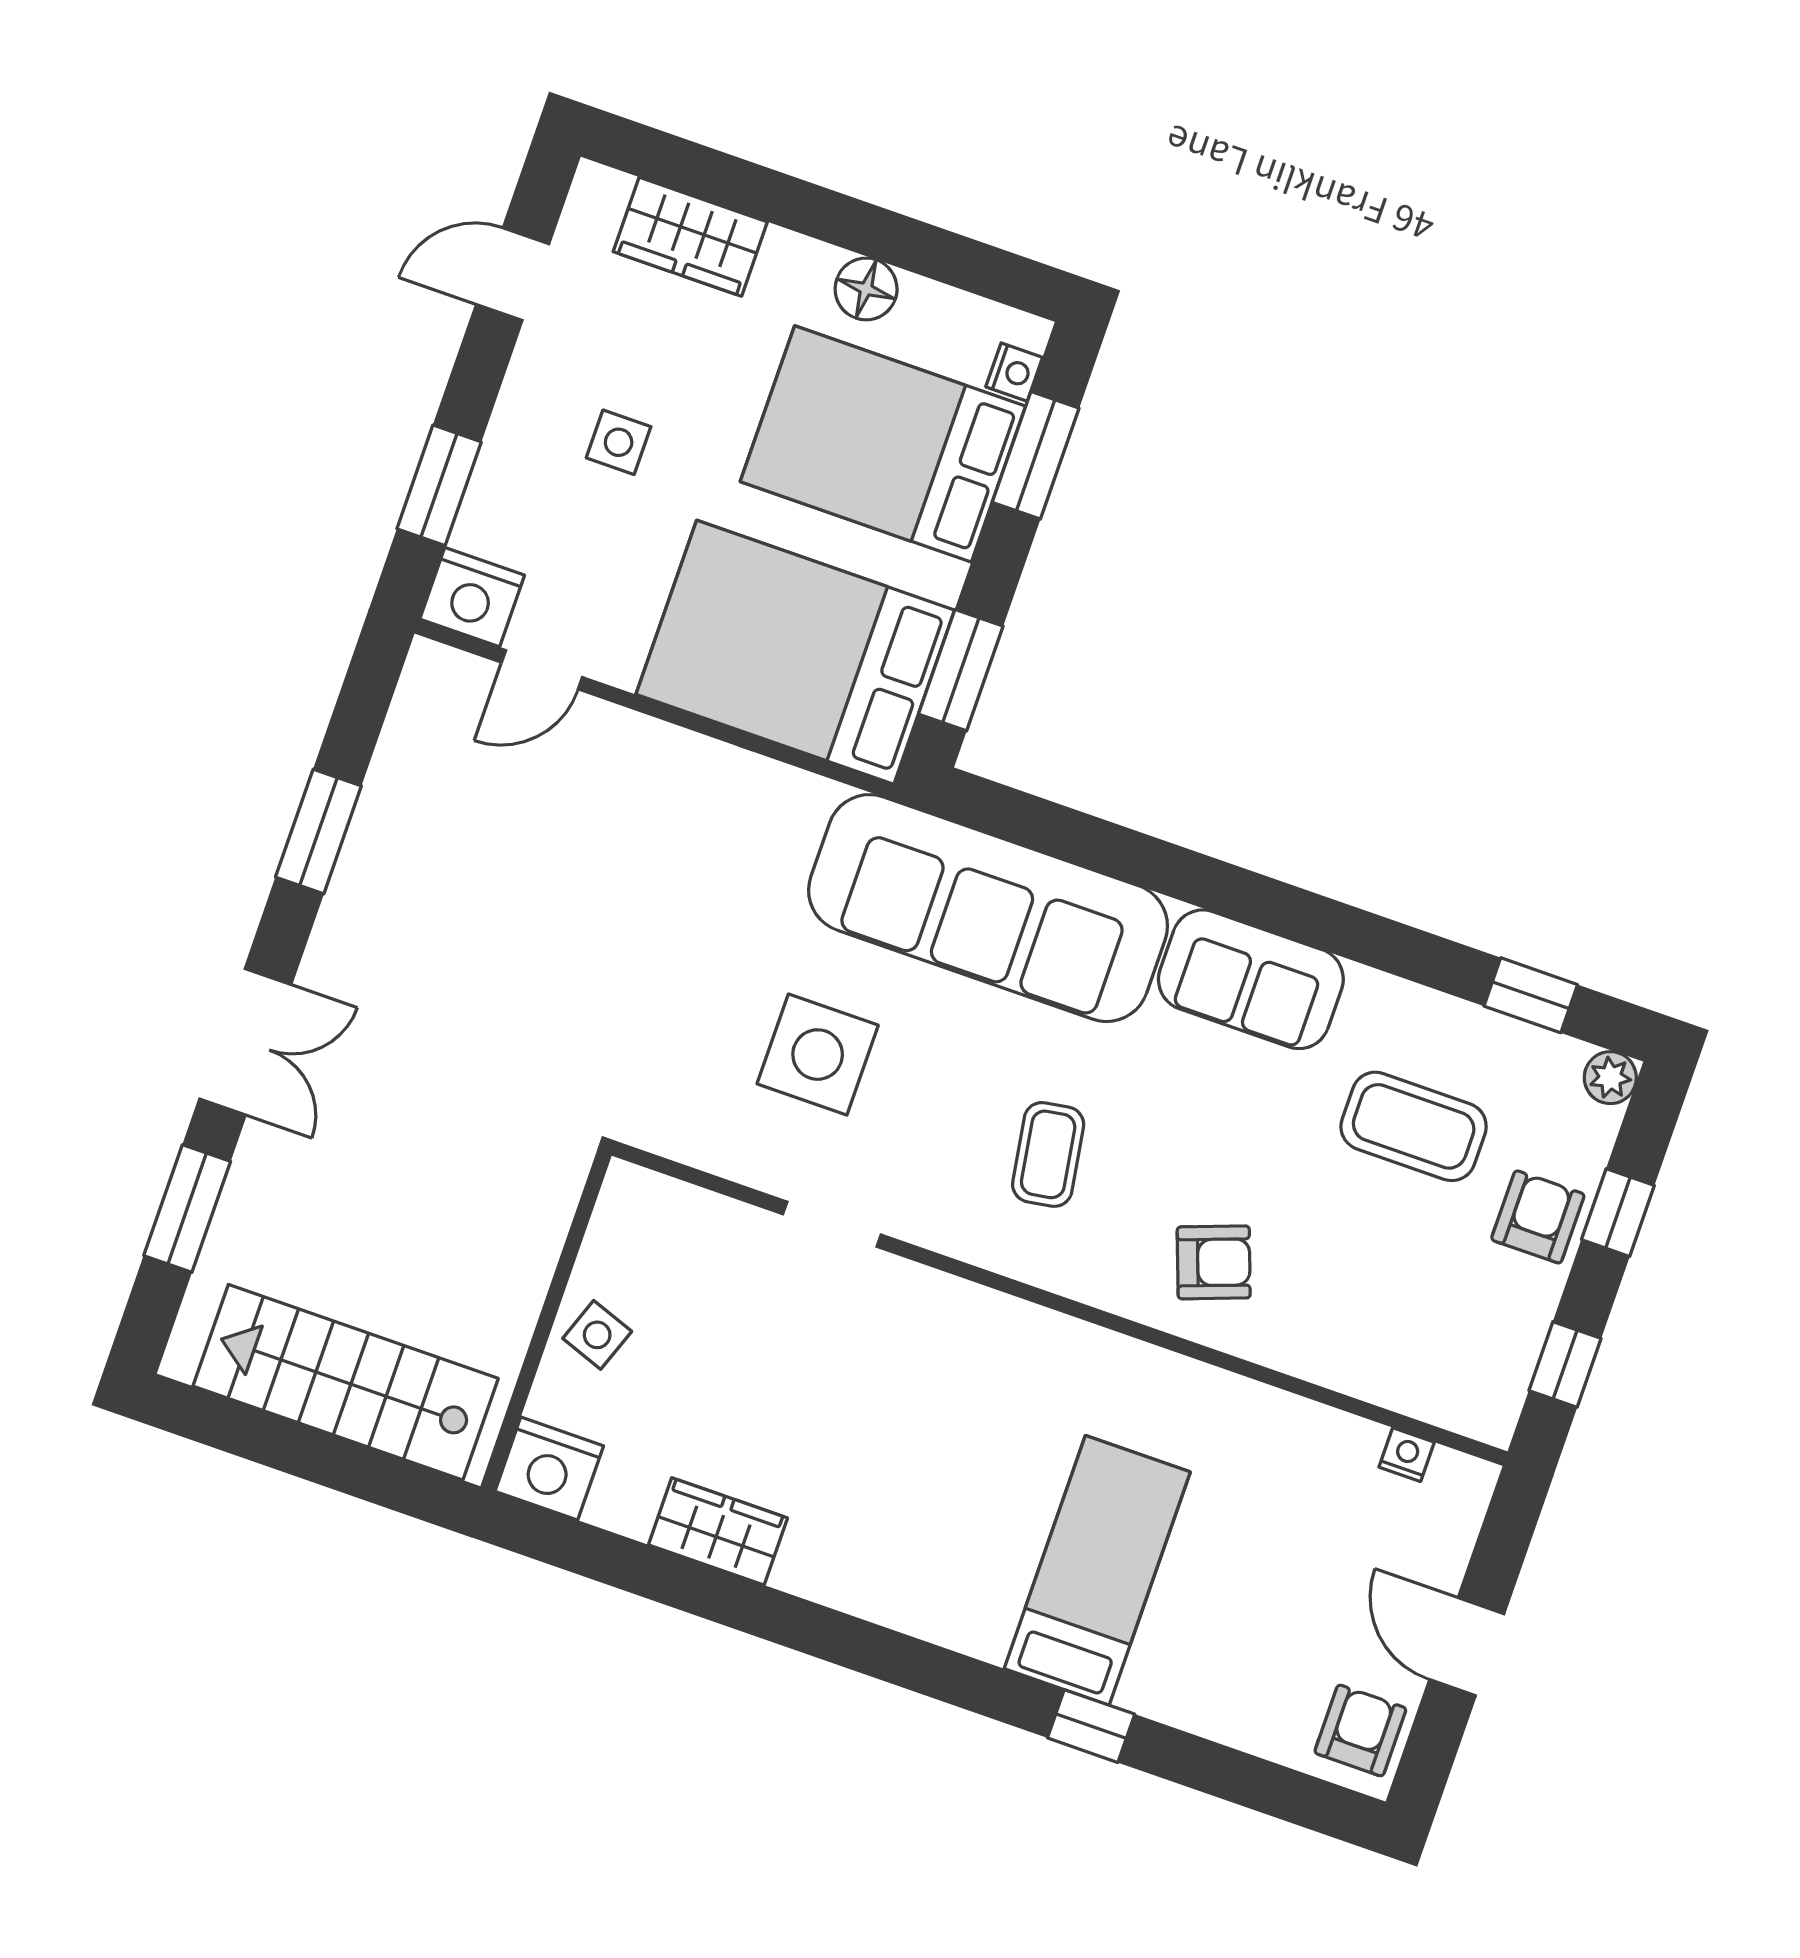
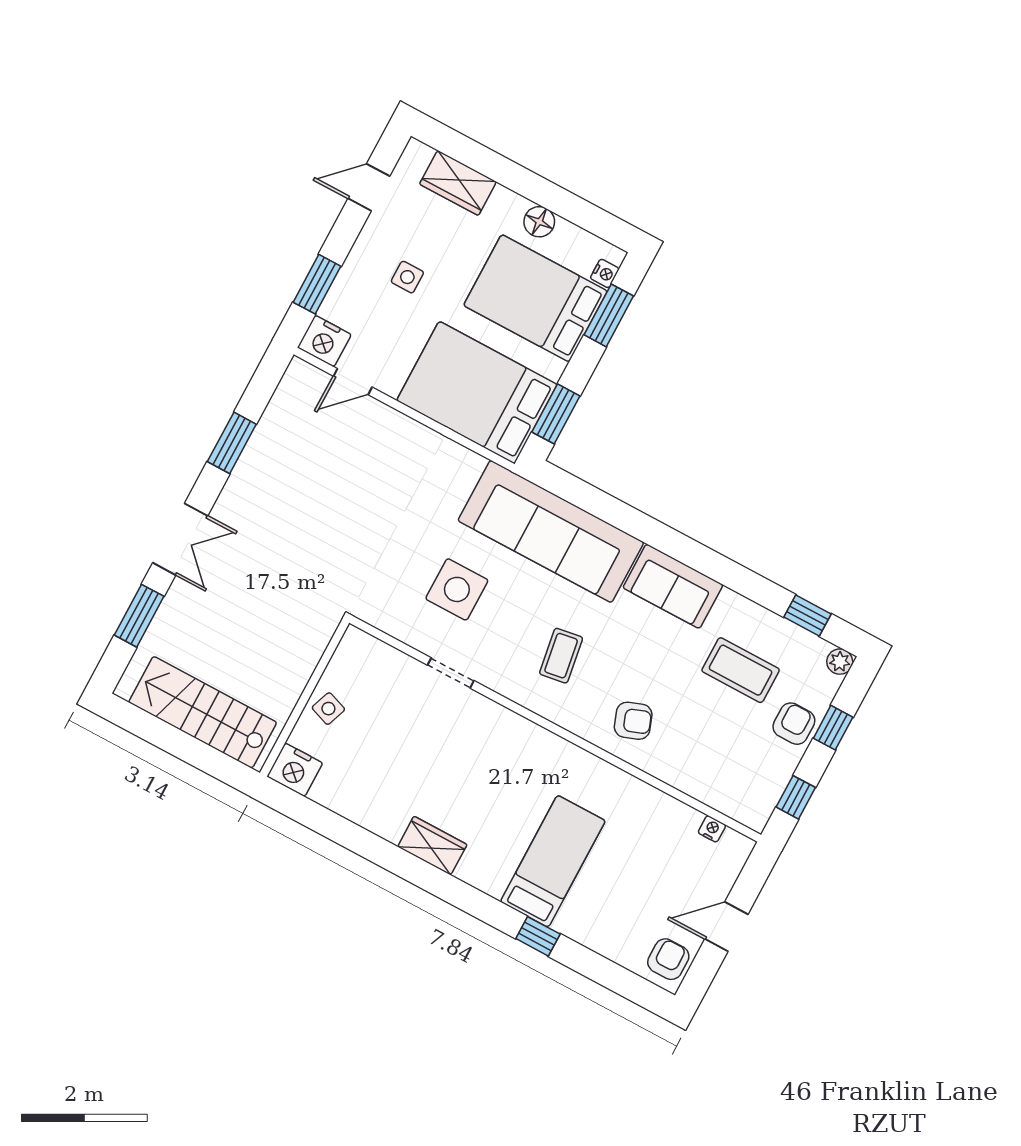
wardrobe: (718, 1531) -> (432, 846), moved
door: (1467, 1647) -> (726, 927), hinge flipped

